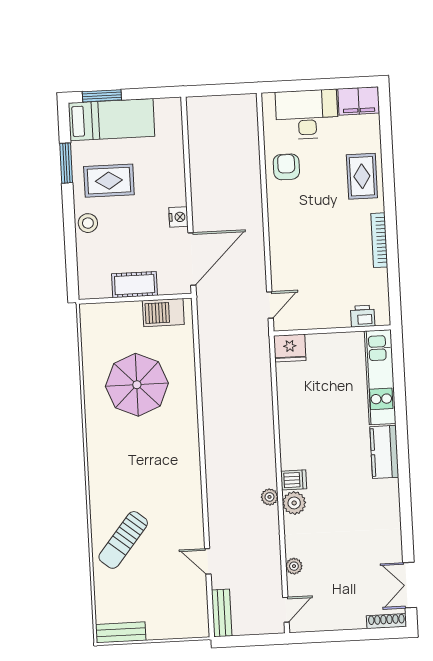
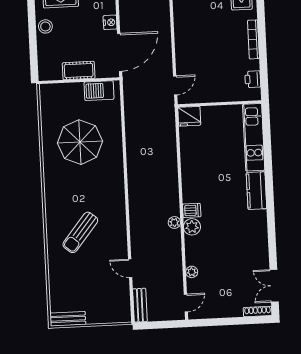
printer: (363, 316) -> (253, 79), moved, turned -90
sun lounger: (123, 540) -> (80, 232), moved

